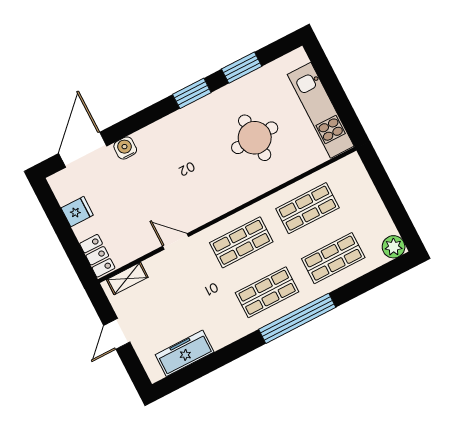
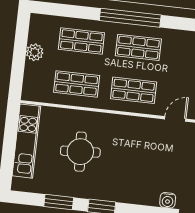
door: (176, 241) -> (175, 119), swing flipped
plant: (394, 247) -> (35, 52), moved

